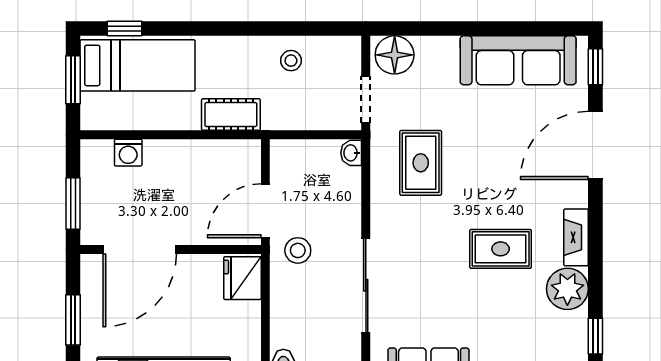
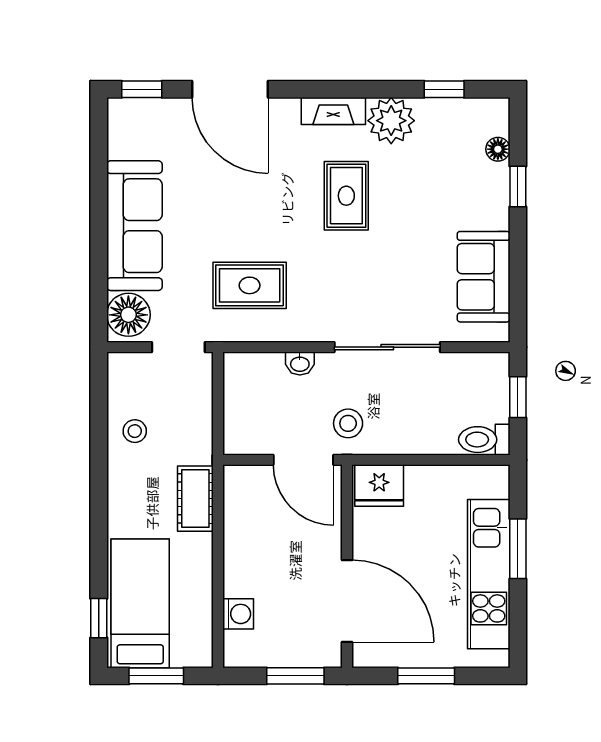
sofa: (518, 60) -> (134, 226), moved
washbasin: (351, 153) -> (300, 363), moved

